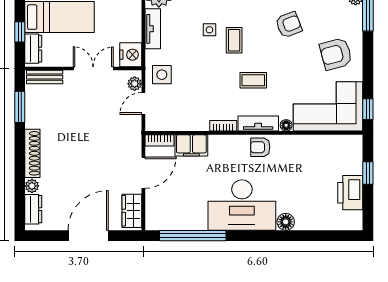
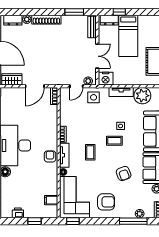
armchair: (336, 54) -> (106, 202), turned 105
door: (143, 103) -> (76, 86), swing flipped
filing cabinet: (191, 145) -> (51, 200), moved, width x0.50
door: (143, 173) -> (35, 86), hinge flipped
printer: (350, 193) -> (18, 213), width x0.53, depth x0.68

